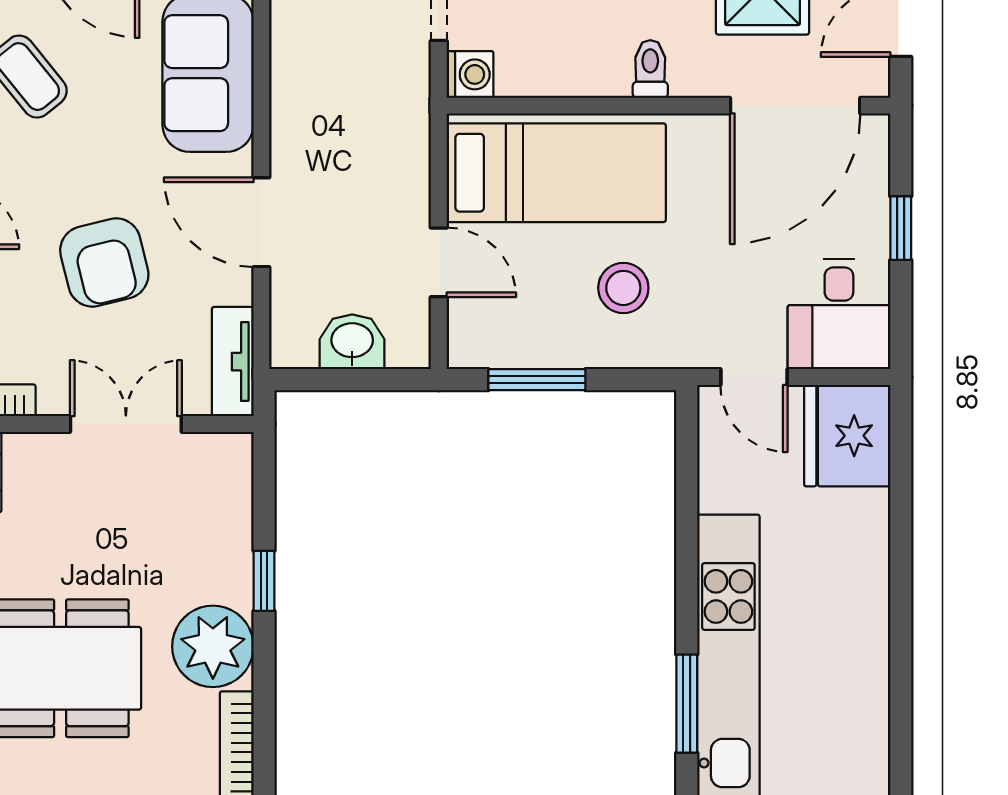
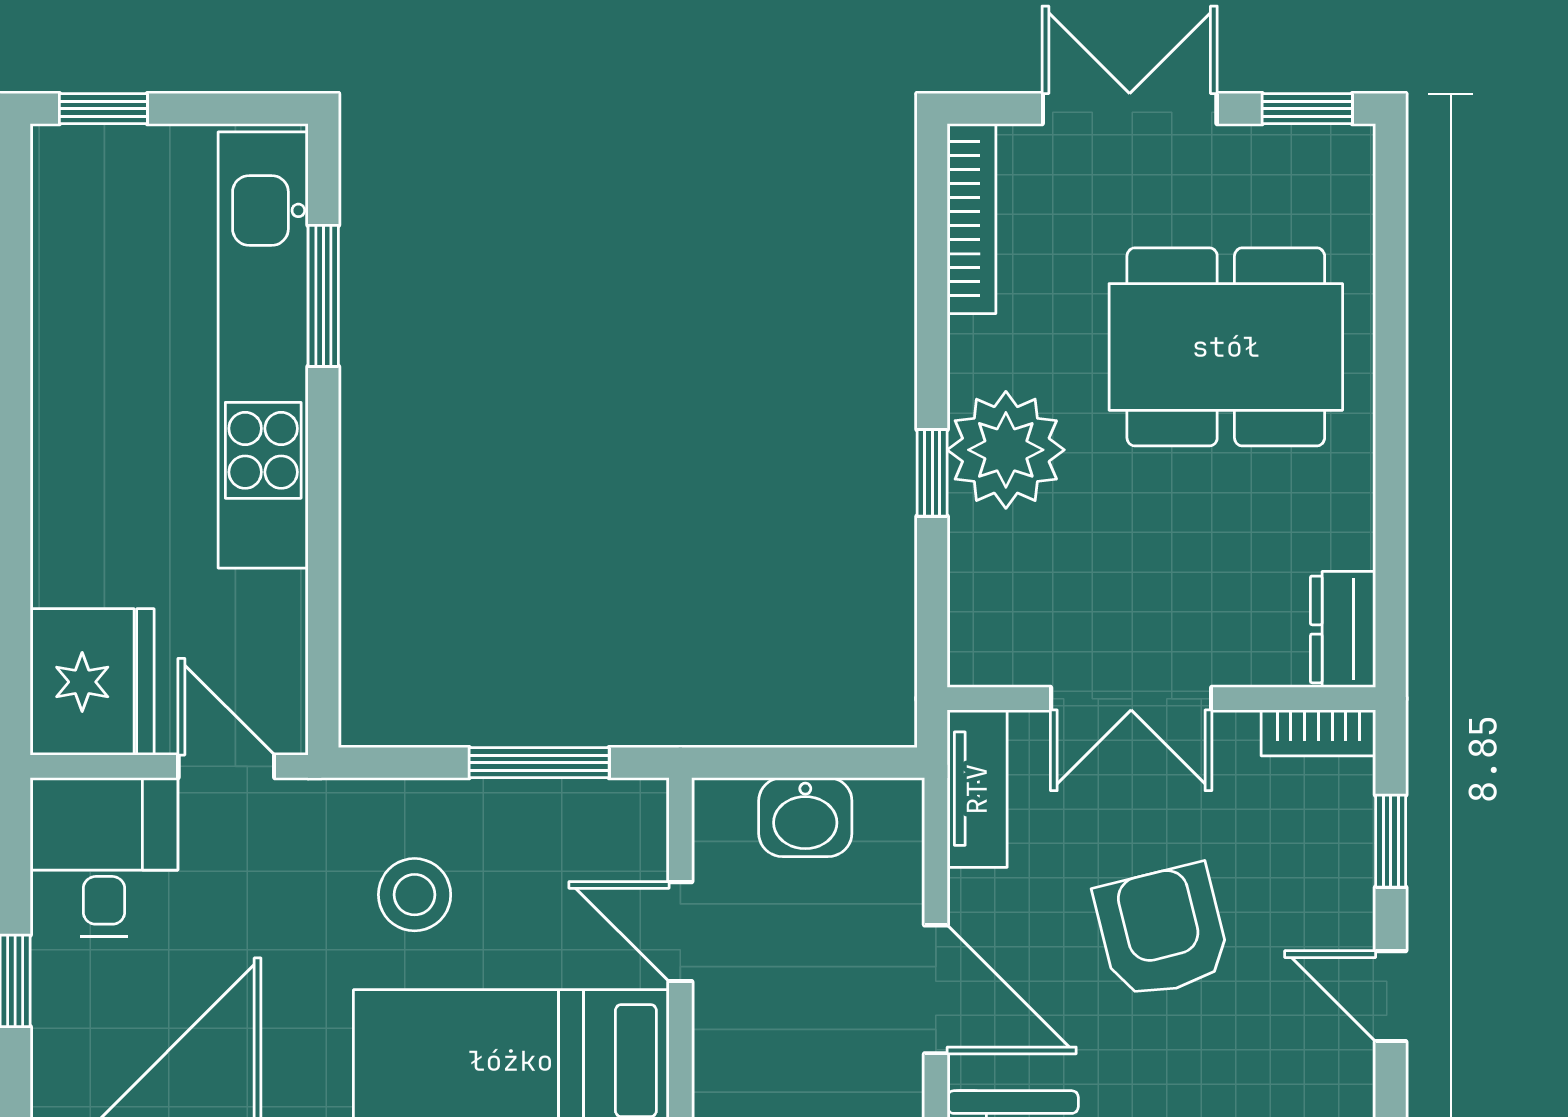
plant: (213, 646) -> (1006, 450), moved

